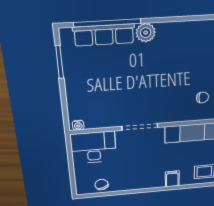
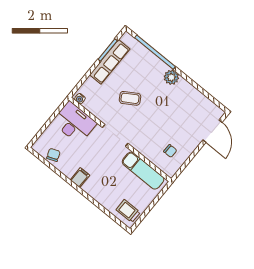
row of seats: (104, 35) -> (110, 62), moved, turned -90
coffee table: (123, 86) -> (130, 98), added
filing cabinet: (172, 179) -> (80, 178), moved

